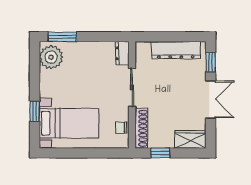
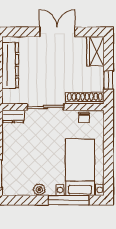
plant: (51, 57) -> (39, 190), moved, width x0.53, depth x0.53
window: (211, 62) -> (21, 32), removed
window: (35, 111) -> (68, 200), width x2.17

